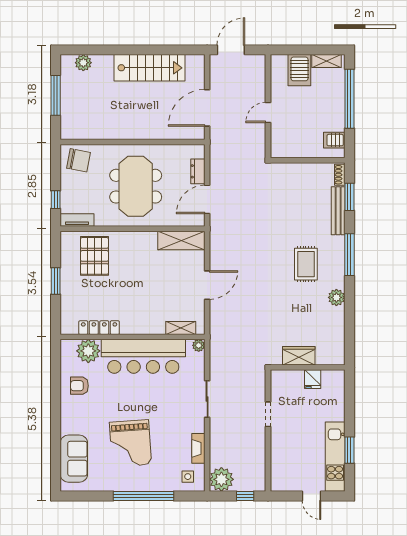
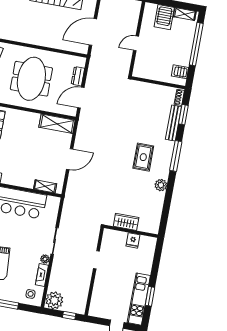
plant: (199, 345) -> (45, 259), moved

